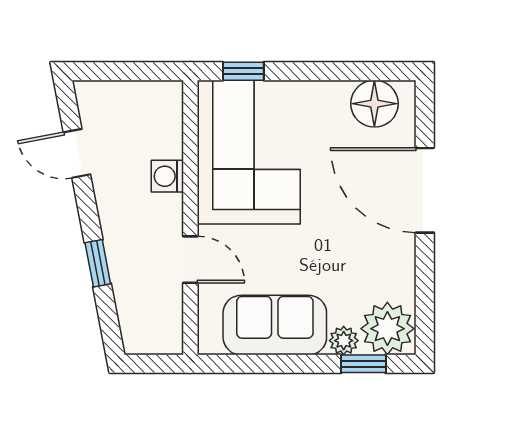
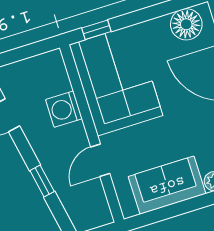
washing machine: (167, 176) -> (64, 109), width x1.38, depth x1.38
door: (190, 260) -> (100, 160), swing flipped

